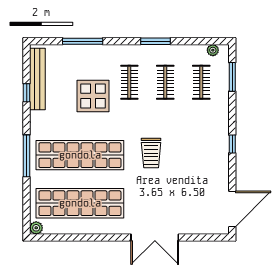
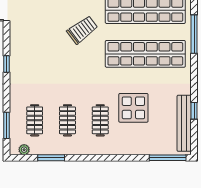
window: (83, 41) -> (168, 158), moved
window: (155, 41) -> (51, 158), moved
trolley: (151, 153) -> (82, 30), moved, turned 53
window: (27, 156) -> (194, 34), moved

